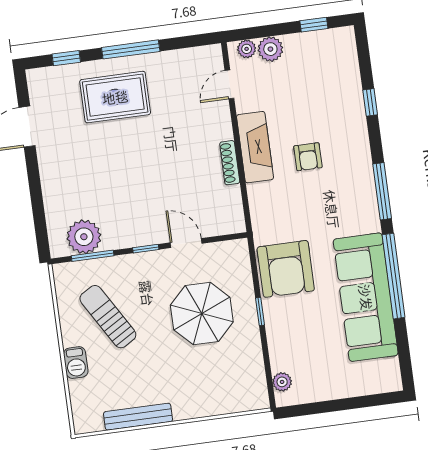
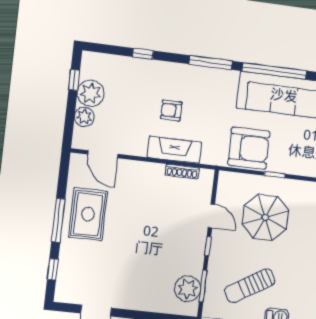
plant: (247, 49) -> (91, 93), moved, width x1.88, depth x1.88
door: (229, 84) -> (103, 154), width x1.38
rug: (115, 97) -> (88, 214), moved
fireplace: (255, 147) -> (174, 150), moved
armchair: (308, 157) -> (171, 110), turned 180
shoe rack: (230, 163) -> (182, 171), moved
door: (186, 243) -> (211, 216), swing flipped

